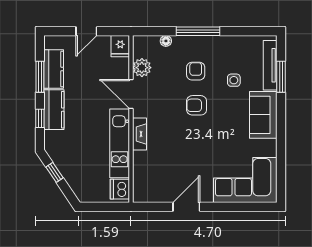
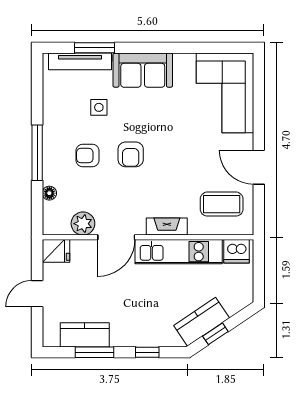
door: (86, 31) -> (37, 294), swing flipped
kitchen counter: (54, 110) -> (202, 322), moved, turned -34
coffee table: (157, 177) -> (222, 204), added

